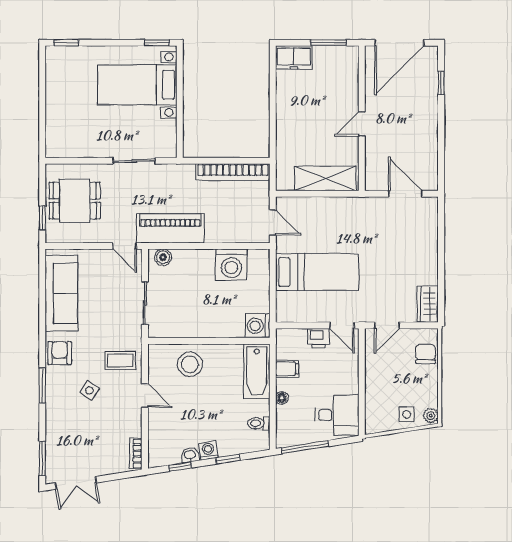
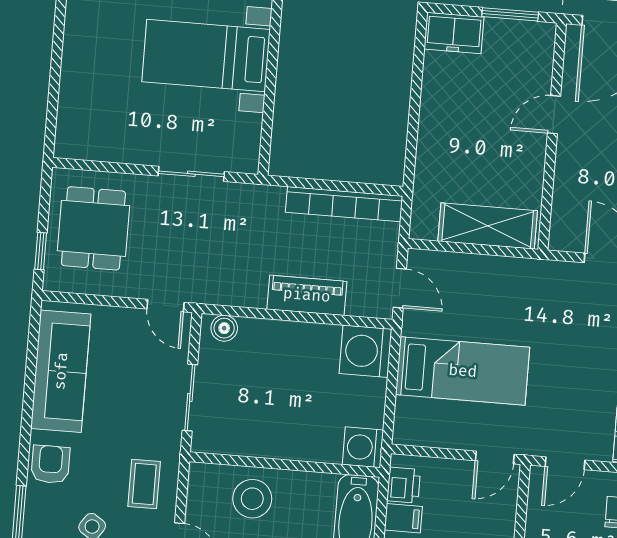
door: (362, 124) -> (554, 115), moved
dining table: (75, 201) -> (93, 228), turned 90
piano: (170, 228) -> (307, 295), moved, width x0.73, depth x0.75
washing machine: (231, 264) -> (365, 351), moved, turned 90
door: (342, 325) -> (495, 457), hinge flipped
printer: (318, 338) -> (404, 485), moved, turned -90
coffee table: (120, 361) -> (144, 484), turned 90

